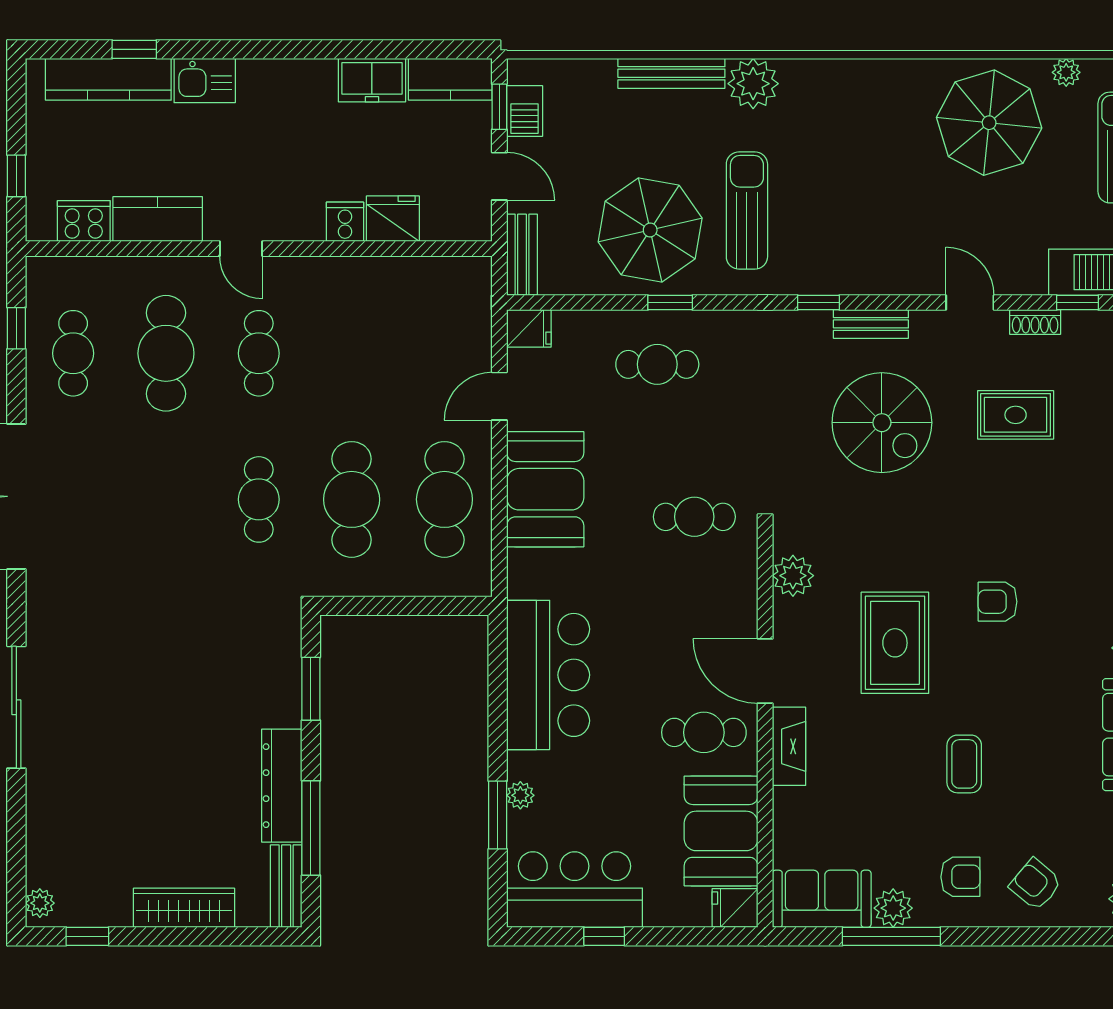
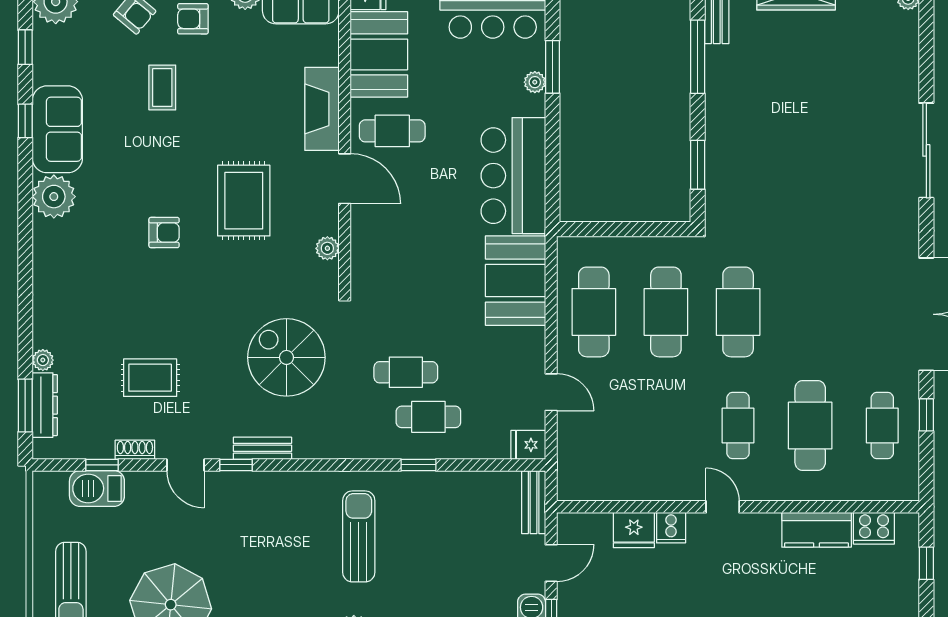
door: (499, 176) -> (551, 563), swing flipped
sun lounger: (747, 210) -> (359, 536), turned 180
parasol: (650, 230) -> (434, 521), removed
door: (241, 249) -> (723, 507), moved
window: (818, 302) -> (236, 465), moved
window: (16, 328) -> (926, 415), moved
door: (499, 396) -> (551, 392), hinge flipped
spiral stairs: (882, 423) -> (286, 357), moved
booth: (545, 489) -> (516, 281), moved
cafe table: (259, 499) -> (738, 312), width x1.37, depth x1.35
cafe table: (694, 517) -> (406, 372), moved
plant: (793, 576) -> (327, 248), width x0.73, depth x0.73
fireplace: (789, 746) -> (322, 109), width x1.37, depth x1.32
coffee table: (964, 764) -> (162, 88), moved
dresser: (282, 786) -> (720, 90), removed

